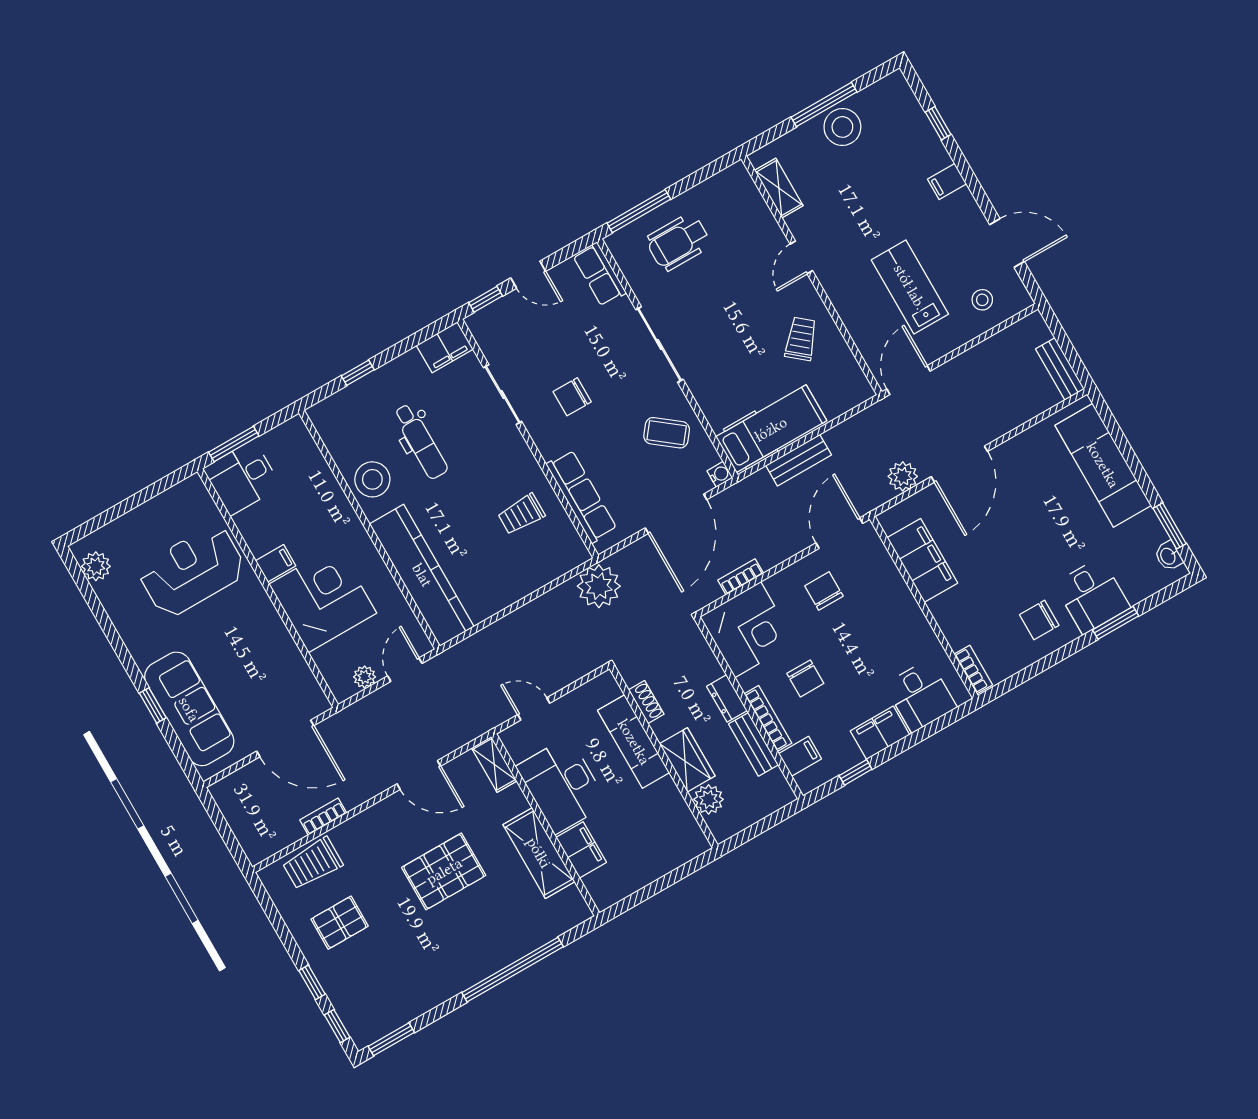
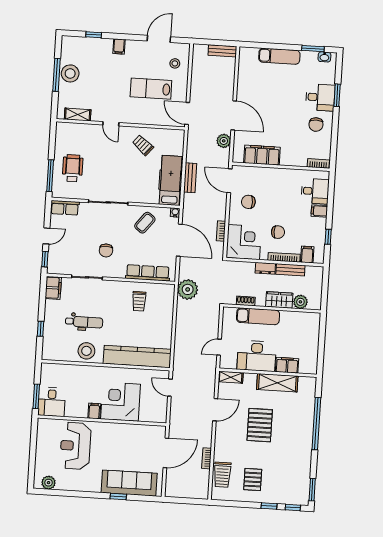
wheelchair: (678, 242) -> (73, 168), turned 180
exam couch: (1103, 465) -> (279, 56), width x0.73, depth x0.69
plant: (365, 677) -> (162, 406), removed
filing cabinet: (880, 733) -> (319, 211), width x0.50

